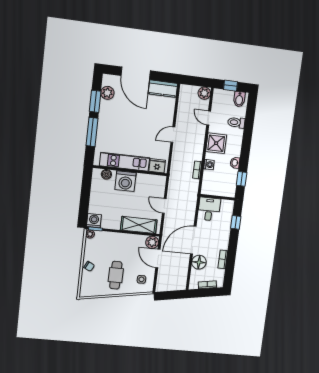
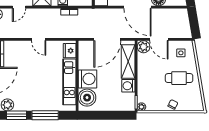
boiler: (106, 174) -> (87, 98), width x1.86, depth x1.86
door: (164, 206) -> (107, 39), width x1.87
washing machine: (94, 221) -> (128, 86), moved
door: (158, 259) -> (159, 39), hinge flipped

